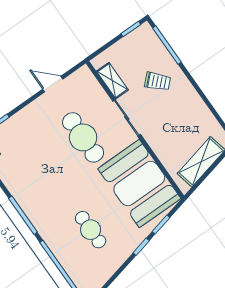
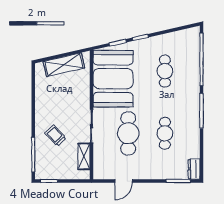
door: (53, 84) -> (124, 181), hinge flipped
cafe table: (45, 165) -> (165, 133), added

